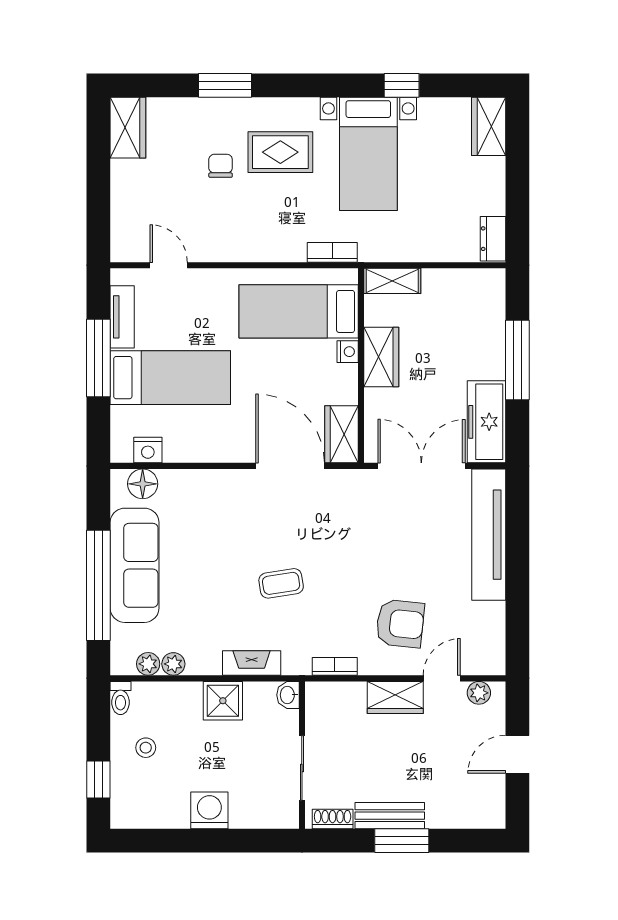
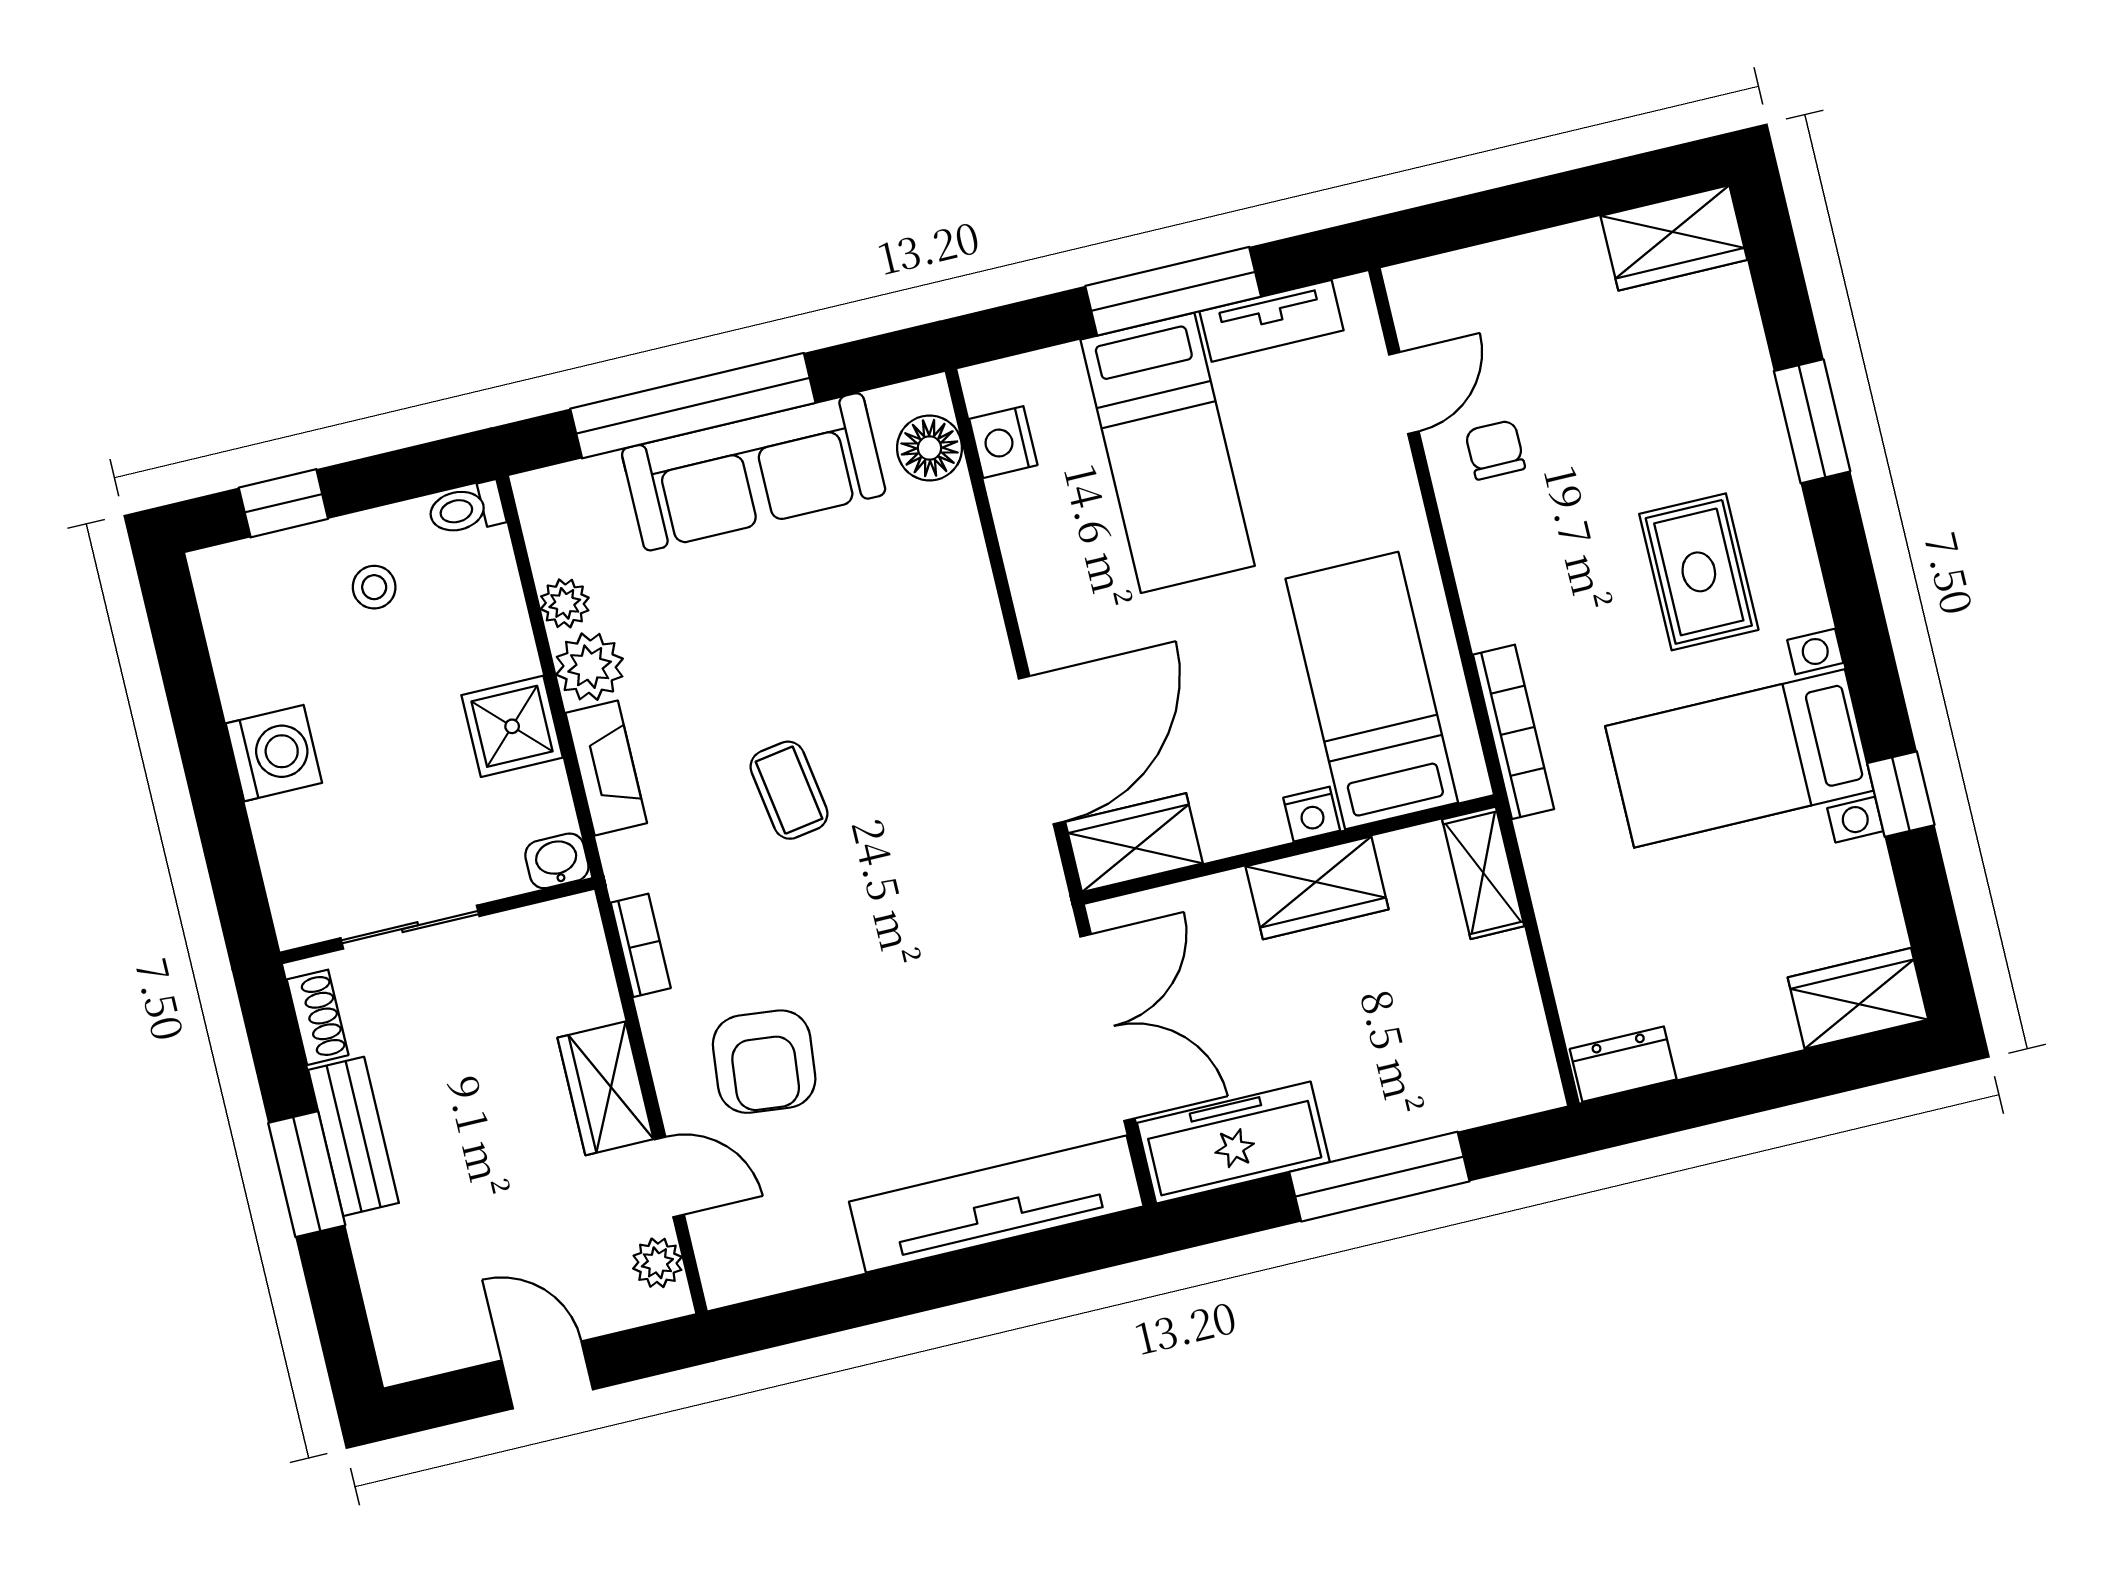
chair: (221, 166) -> (1495, 450), moved, turned -90
bookcase: (332, 252) -> (1513, 732), width x1.56
plant: (148, 664) -> (590, 667), moved, width x1.38, depth x1.38

